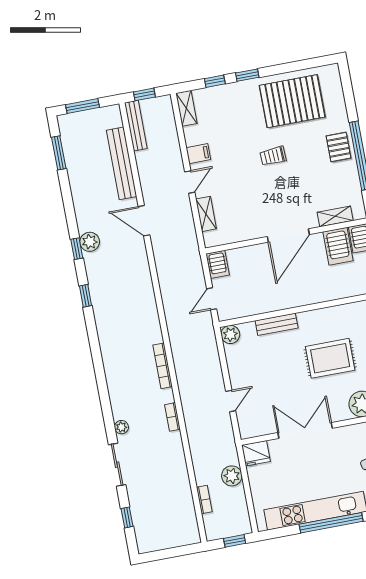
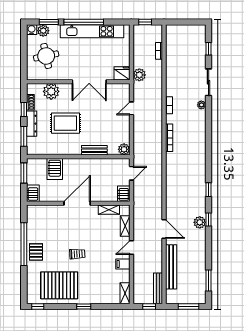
window: (215, 81) -> (38, 306), moved
shelving: (335, 216) -> (109, 210), moved
server rack: (338, 246) -> (55, 169), moved, turned 180
plant: (232, 476) -> (139, 75), moved

